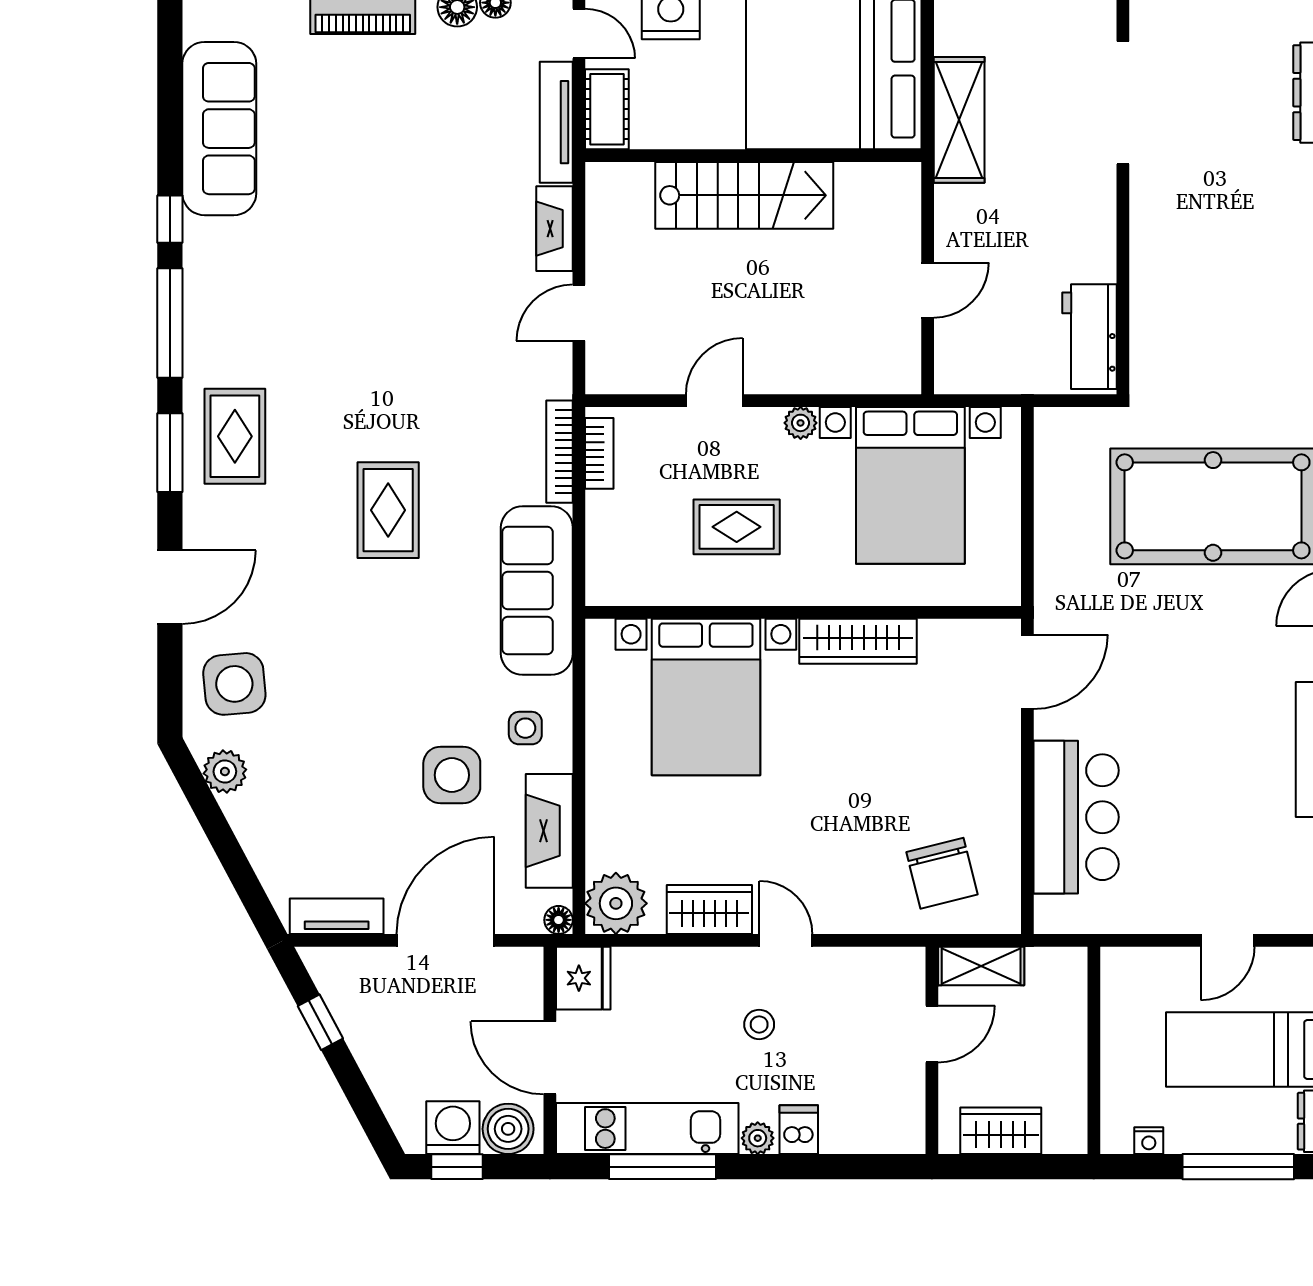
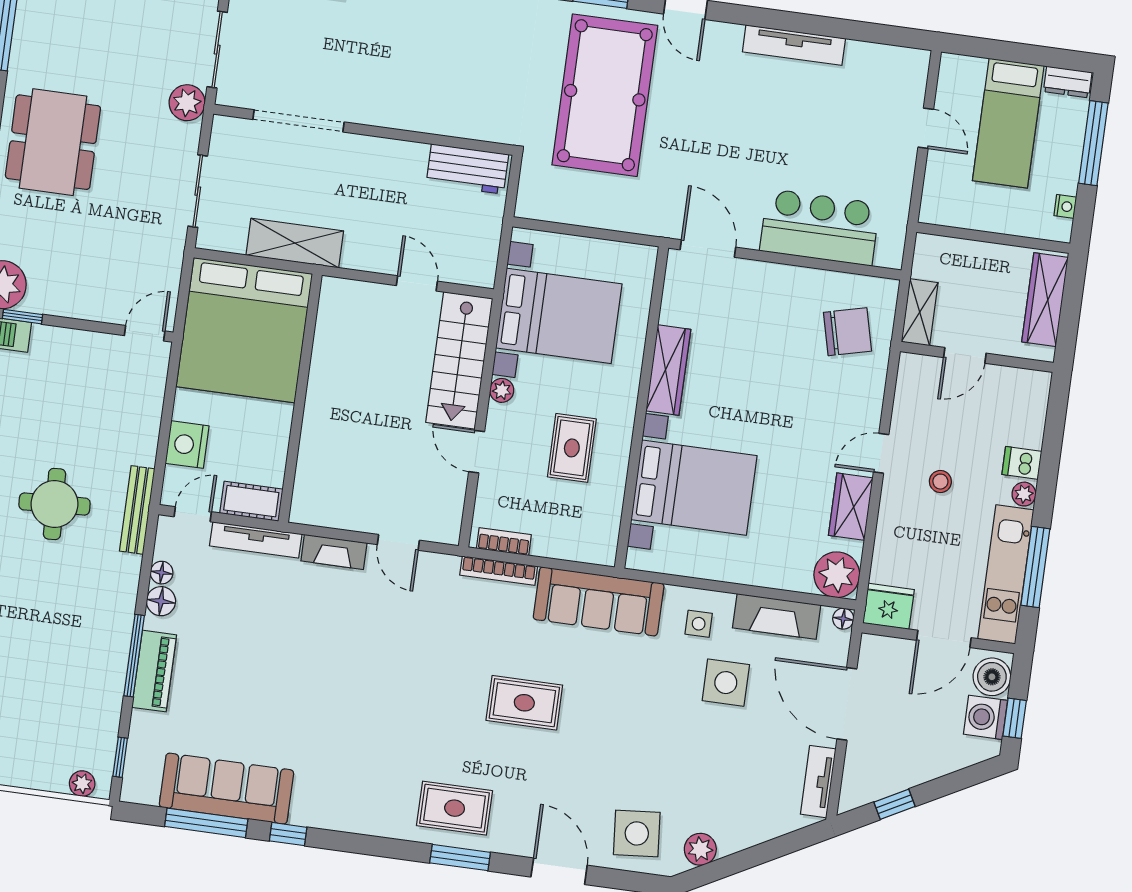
stairs: (744, 195) -> (459, 360), moved, turned 180
window: (170, 323) -> (206, 823), moved
door: (932, 1034) -> (965, 355), swing flipped
wardrobe: (1001, 1131) -> (1045, 300), width x1.50

